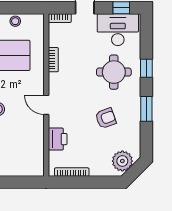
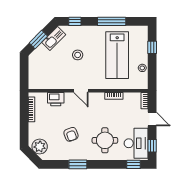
window: (146, 68) -> (134, 164), moved
door: (46, 105) -> (81, 91), swing flipped

